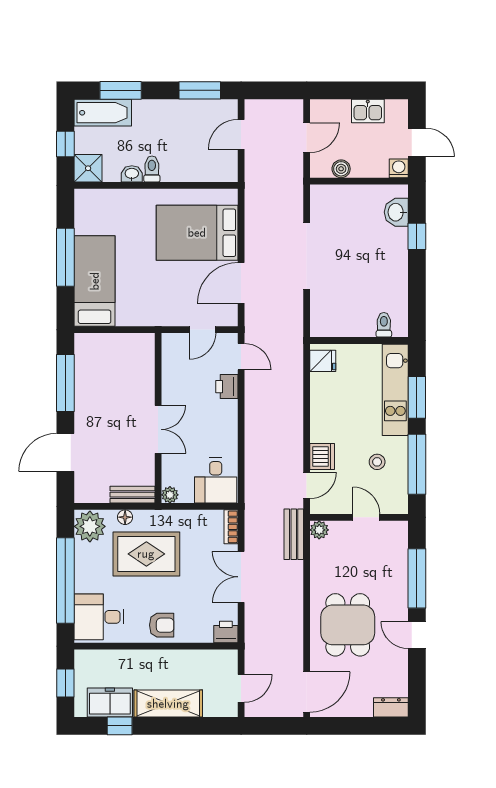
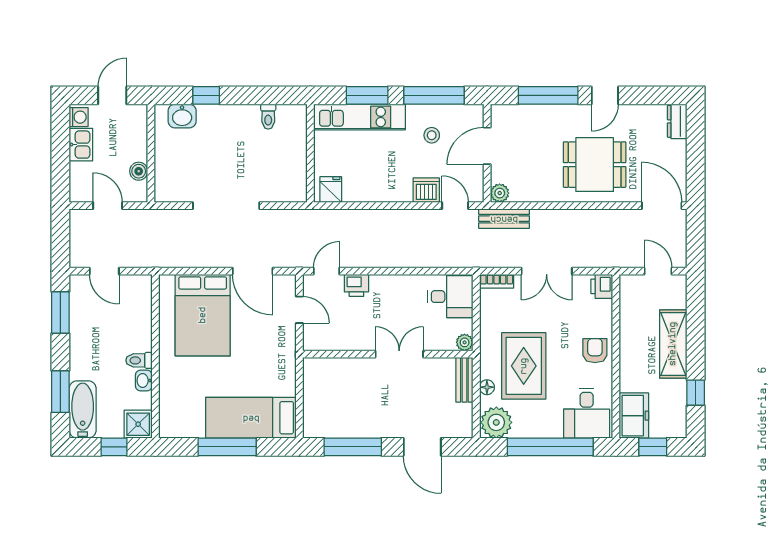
washing machine: (399, 168) -> (79, 117), moved, turned 180
toilet: (384, 325) -> (268, 117), moved, turned -90
door: (366, 517) -> (487, 146), width x1.38
freezer: (110, 702) -> (634, 416), moved, turned 180

